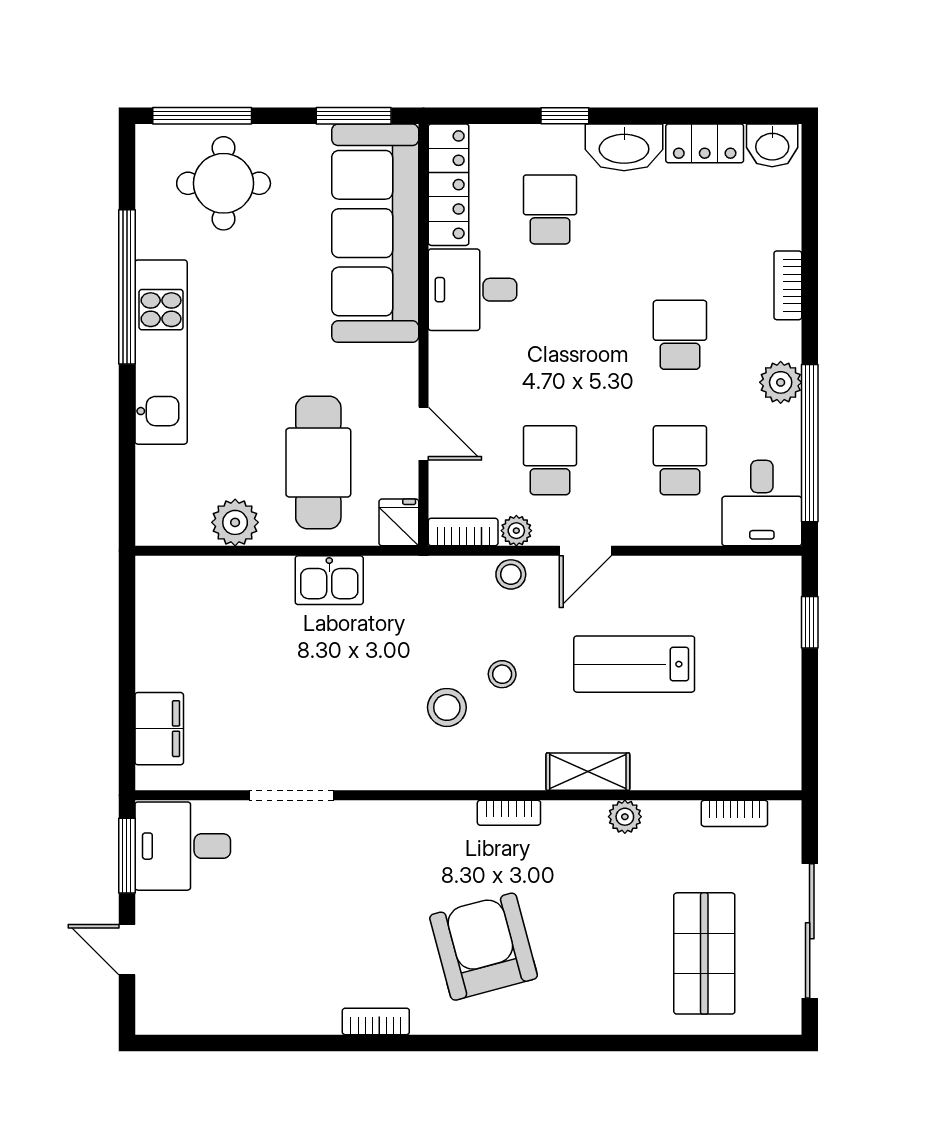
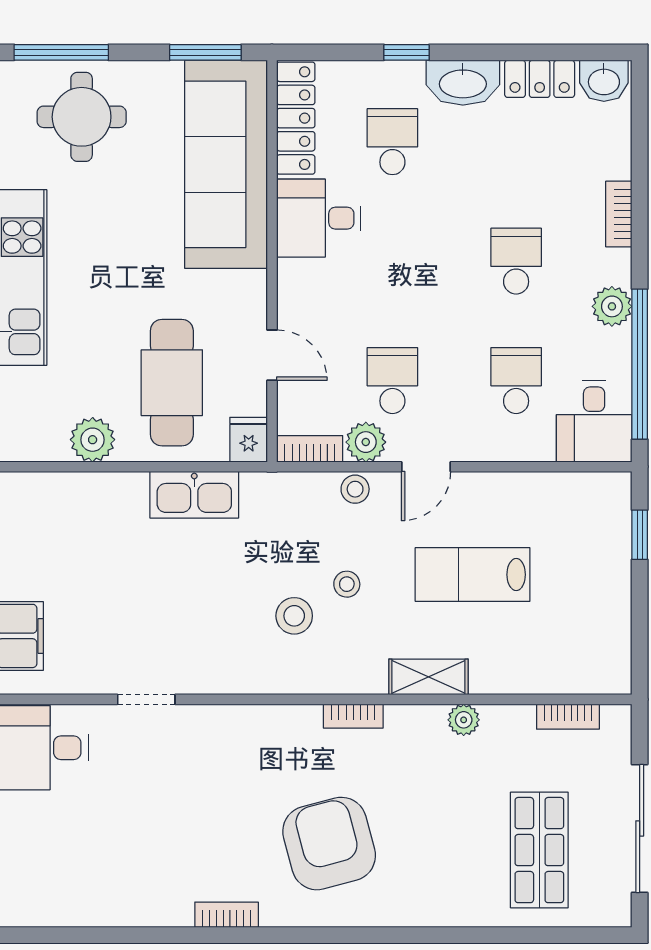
plant: (516, 531) -> (366, 442), width x1.38, depth x1.38
kitchen sink: (329, 580) -> (194, 495), width x1.38
doorway: (291, 795) -> (146, 699), width x0.73

